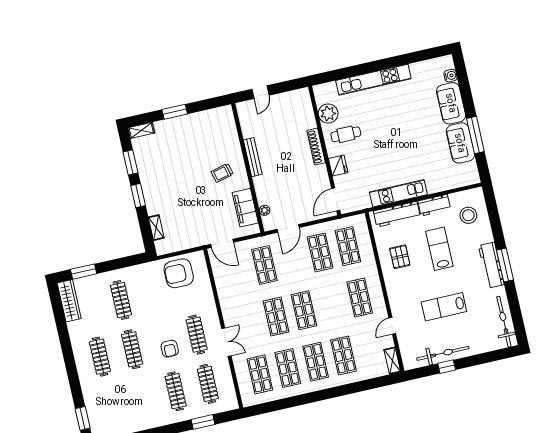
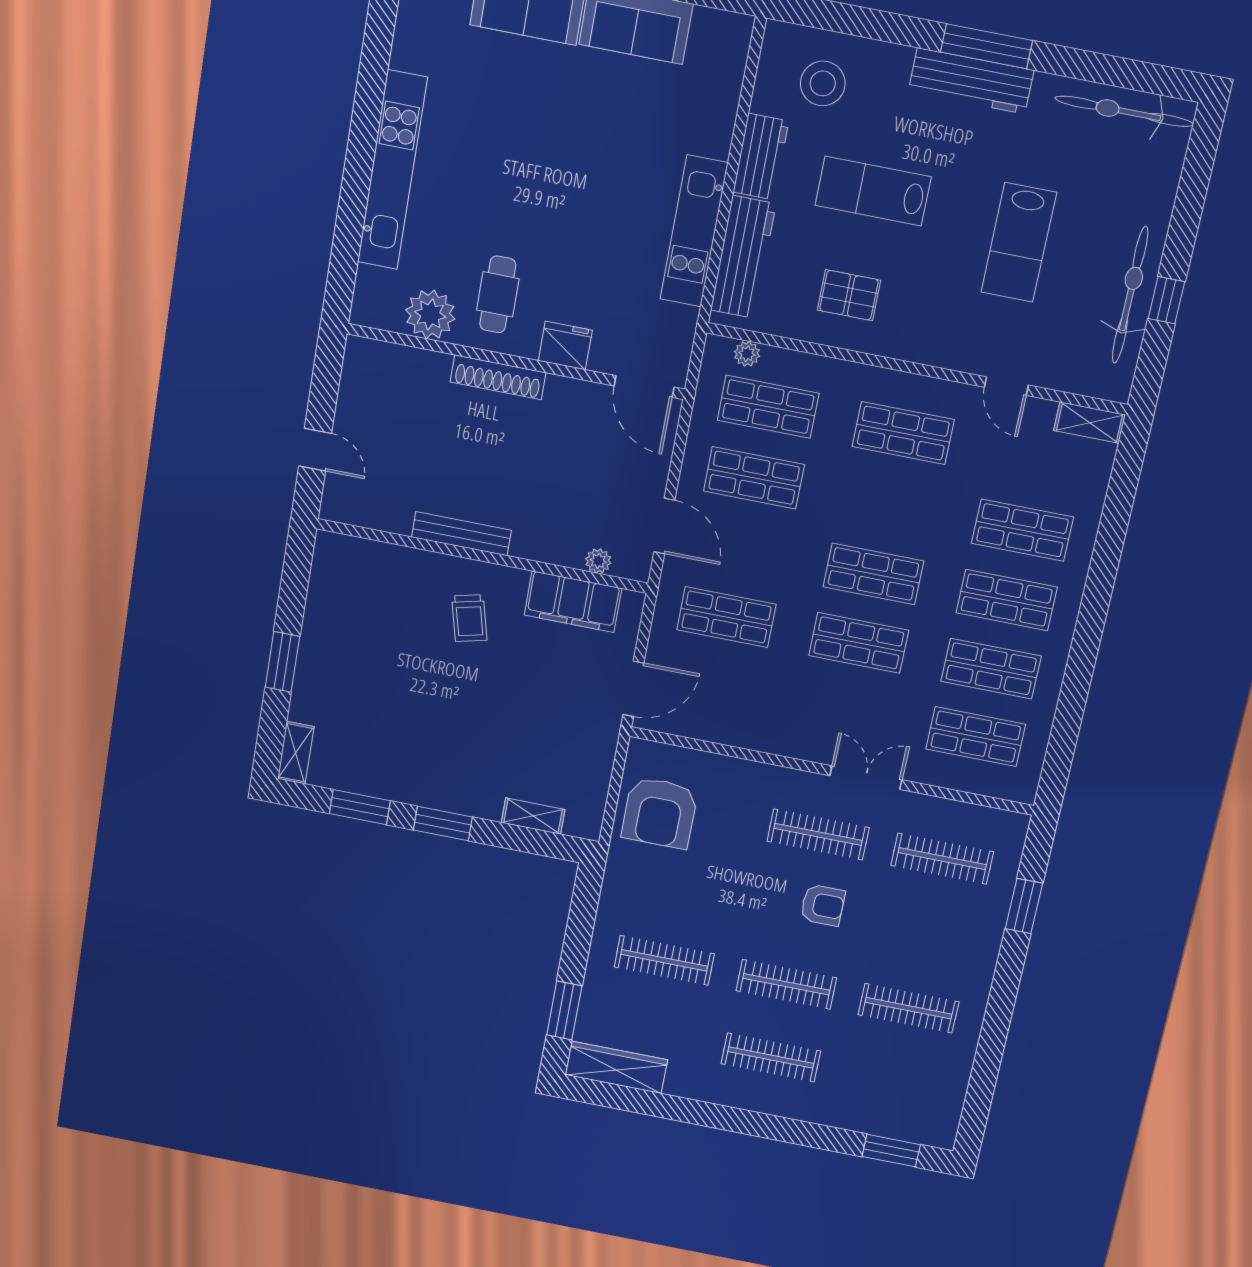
plant: (363, 230) -> (747, 354), added
clothes rail: (176, 391) -> (908, 1008), moved

